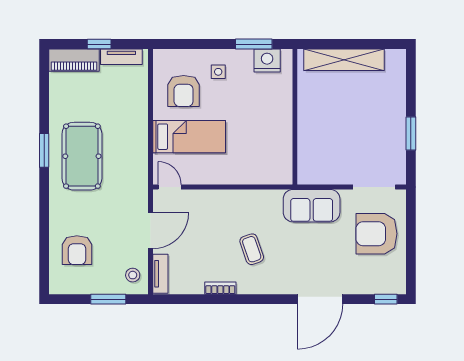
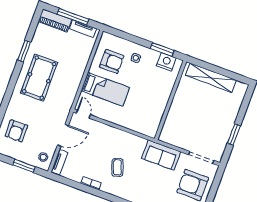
window: (99, 44) -> (73, 17), width x2.17
armchair: (184, 91) -> (112, 62), turned -90
window: (44, 150) -> (24, 51), moved

